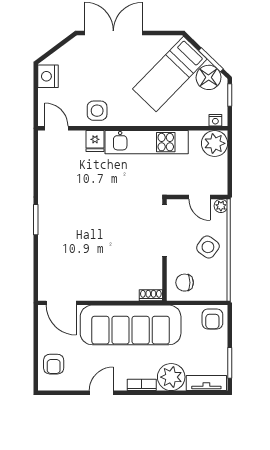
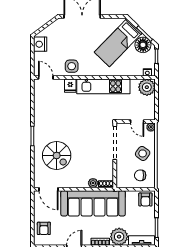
spiral stairs: (74, 250) -> (57, 155), added
chair: (185, 283) -> (140, 175), moved
plant: (130, 293) -> (93, 183), added

